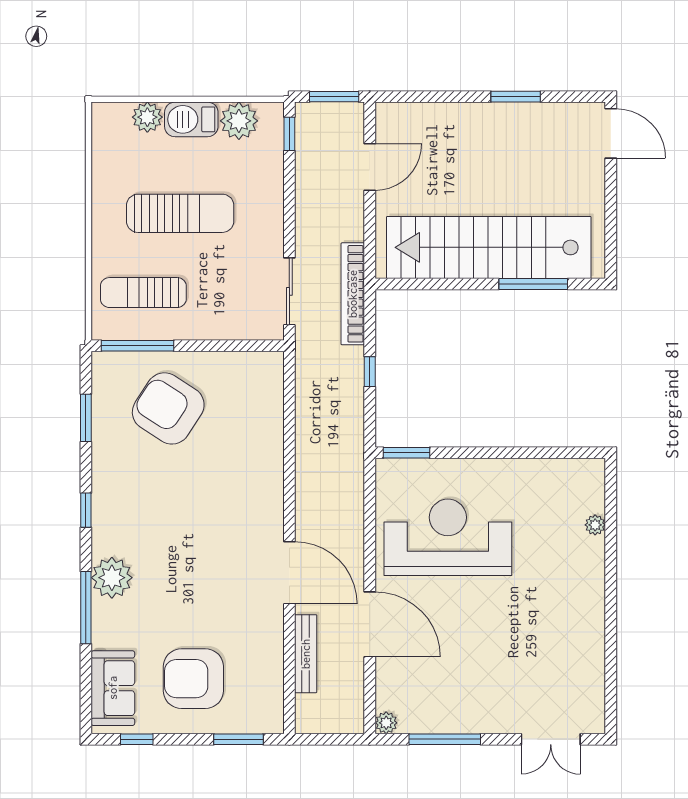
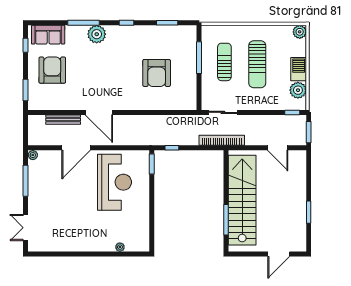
plant: (147, 117) -> (300, 32), moved
door: (611, 133) -> (279, 254), moved
sun lounger: (143, 293) -> (224, 62), moved
window: (137, 346) -> (199, 58), moved
window: (370, 372) -> (172, 148), moved
armchair: (168, 408) -> (157, 73), moved, turned 147
door: (289, 573) -> (99, 112), hinge flipped

